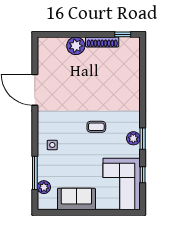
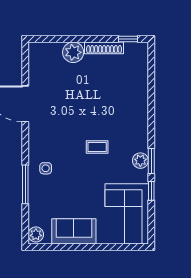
window: (35, 173) -> (25, 184), moved
window: (143, 175) -> (151, 191), moved
plant: (44, 187) -> (36, 234), moved

